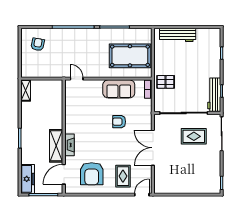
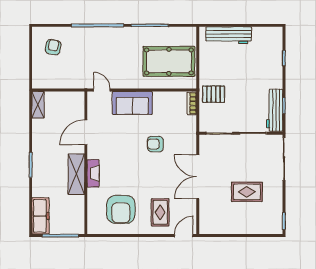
sofa: (119, 89) -> (132, 103), moved
rug: (194, 136) -> (247, 192), moved
door: (64, 174) -> (86, 132), moved

